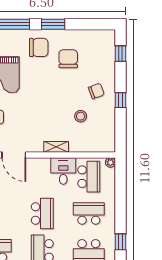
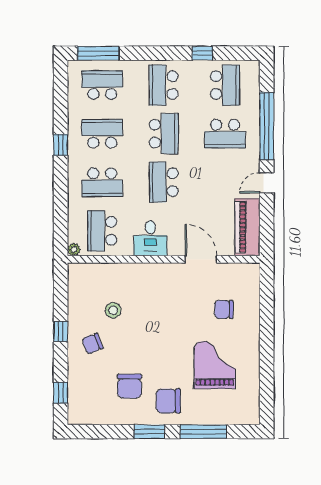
shelving: (56, 147) -> (145, 270), removed
desk: (63, 171) -> (150, 238), moved

